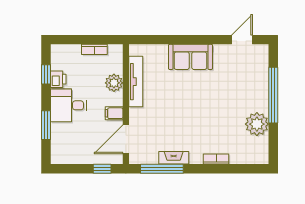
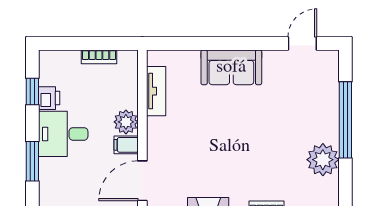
tv unit: (136, 82) -> (156, 91), width x0.71
plant: (114, 83) -> (126, 122), moved

